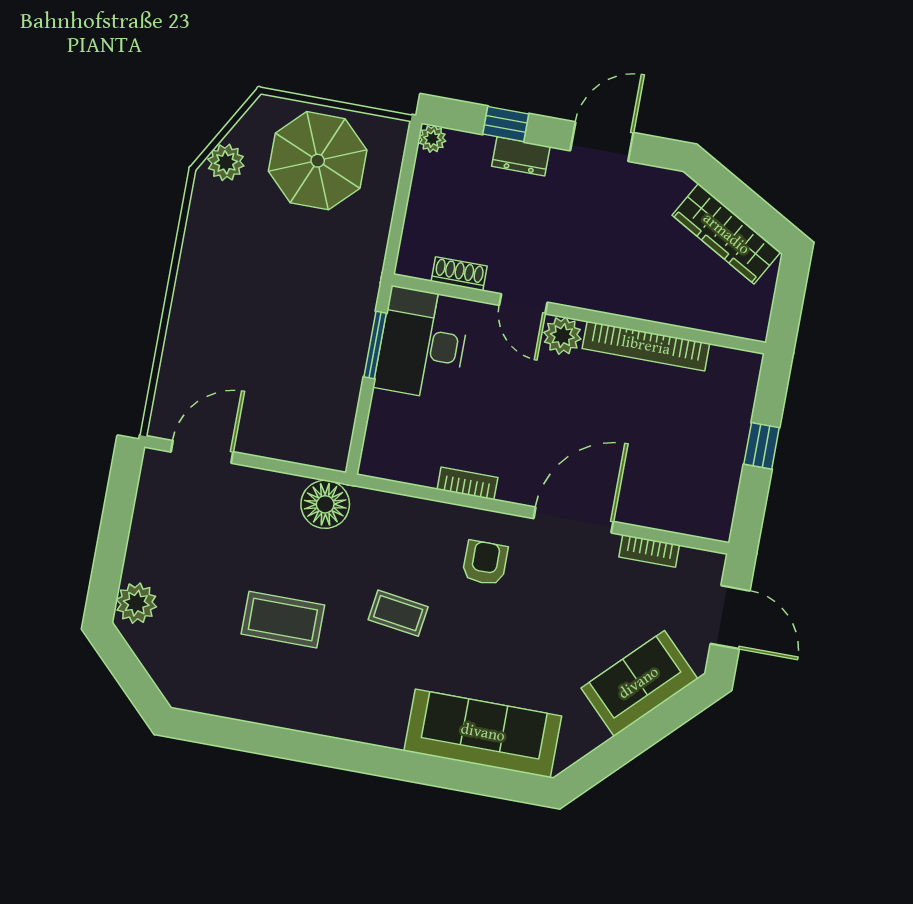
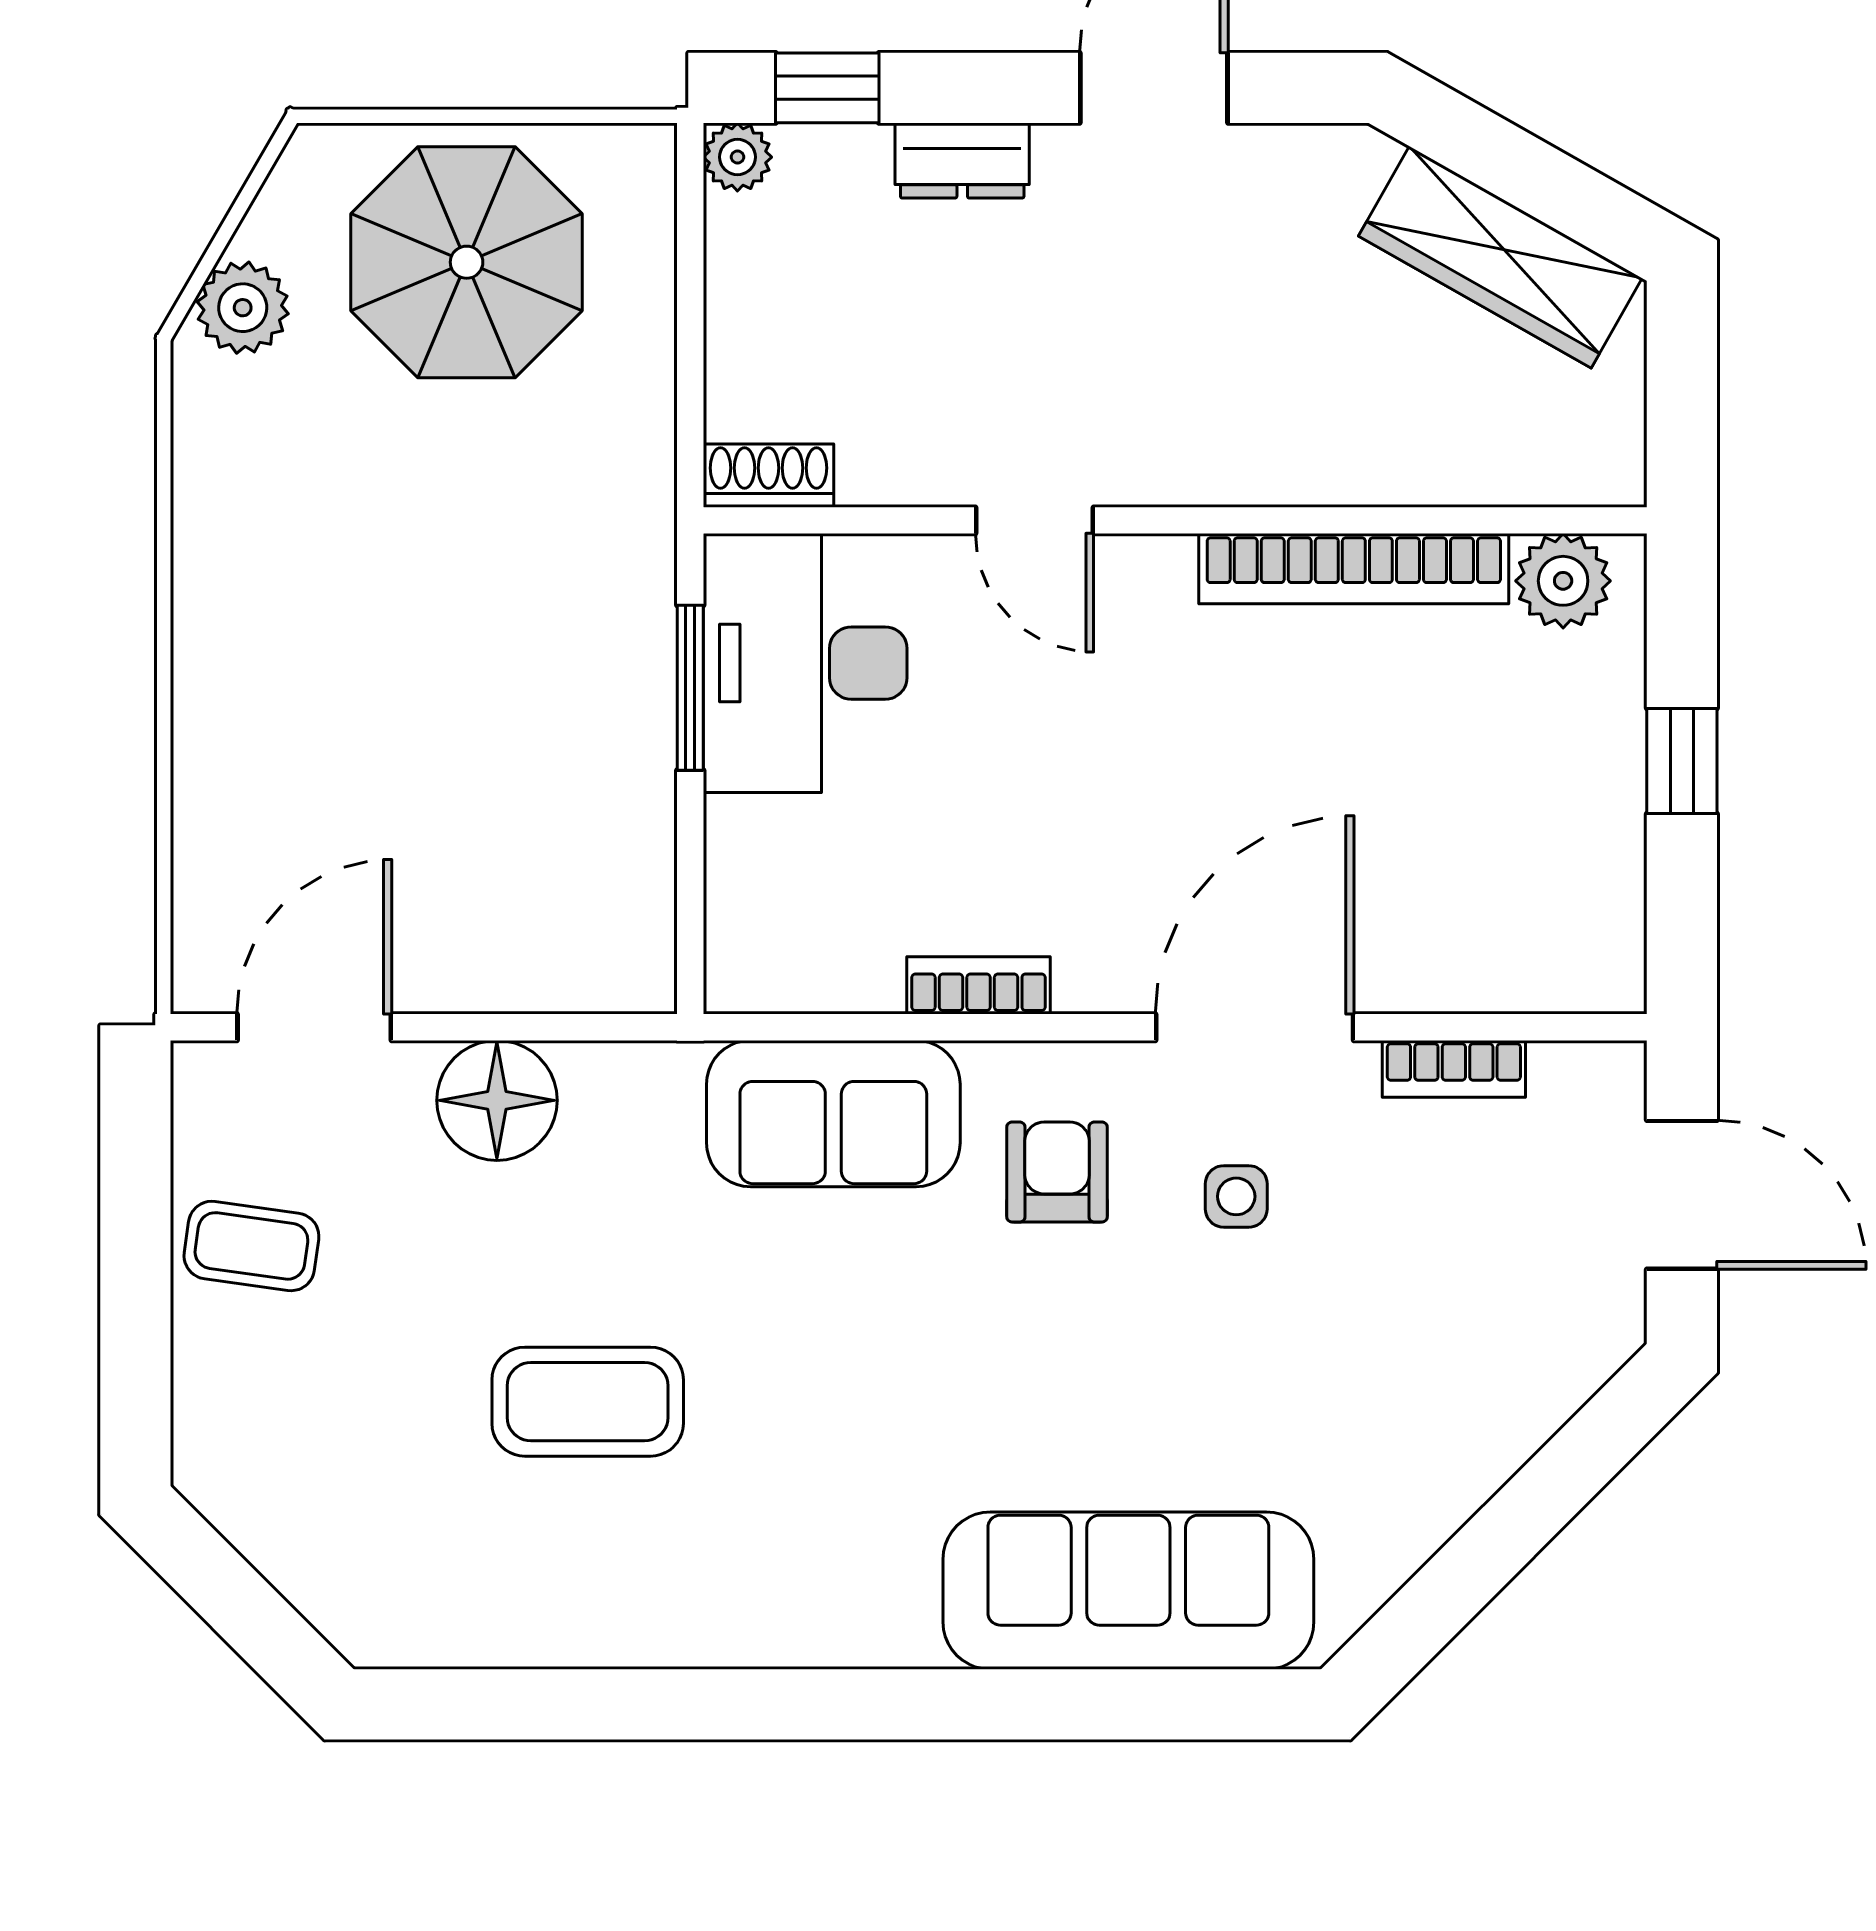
window: (506, 124) -> (827, 88), moved
shoe rack: (459, 274) -> (768, 476), moved
plant: (562, 336) -> (1563, 581), moved
floor lamp: (325, 504) -> (497, 1100), moved
side table: (554, 586) -> (1236, 1196), added
plant: (136, 603) -> (221, 1427), removed
coffee table: (398, 613) -> (251, 1246), moved
sofa: (639, 683) -> (833, 1114), moved, turned -135

